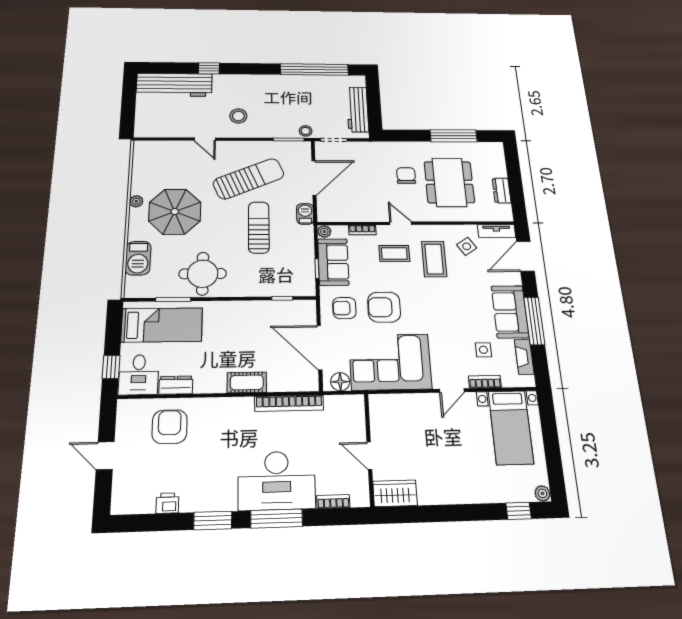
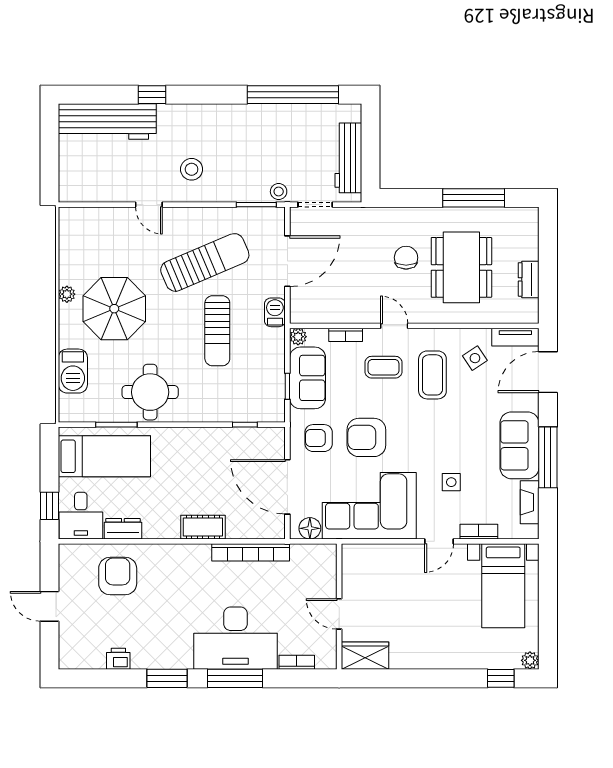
sun lounger: (259, 227) -> (217, 331), turned 180
side table: (483, 350) -> (451, 482), moved

